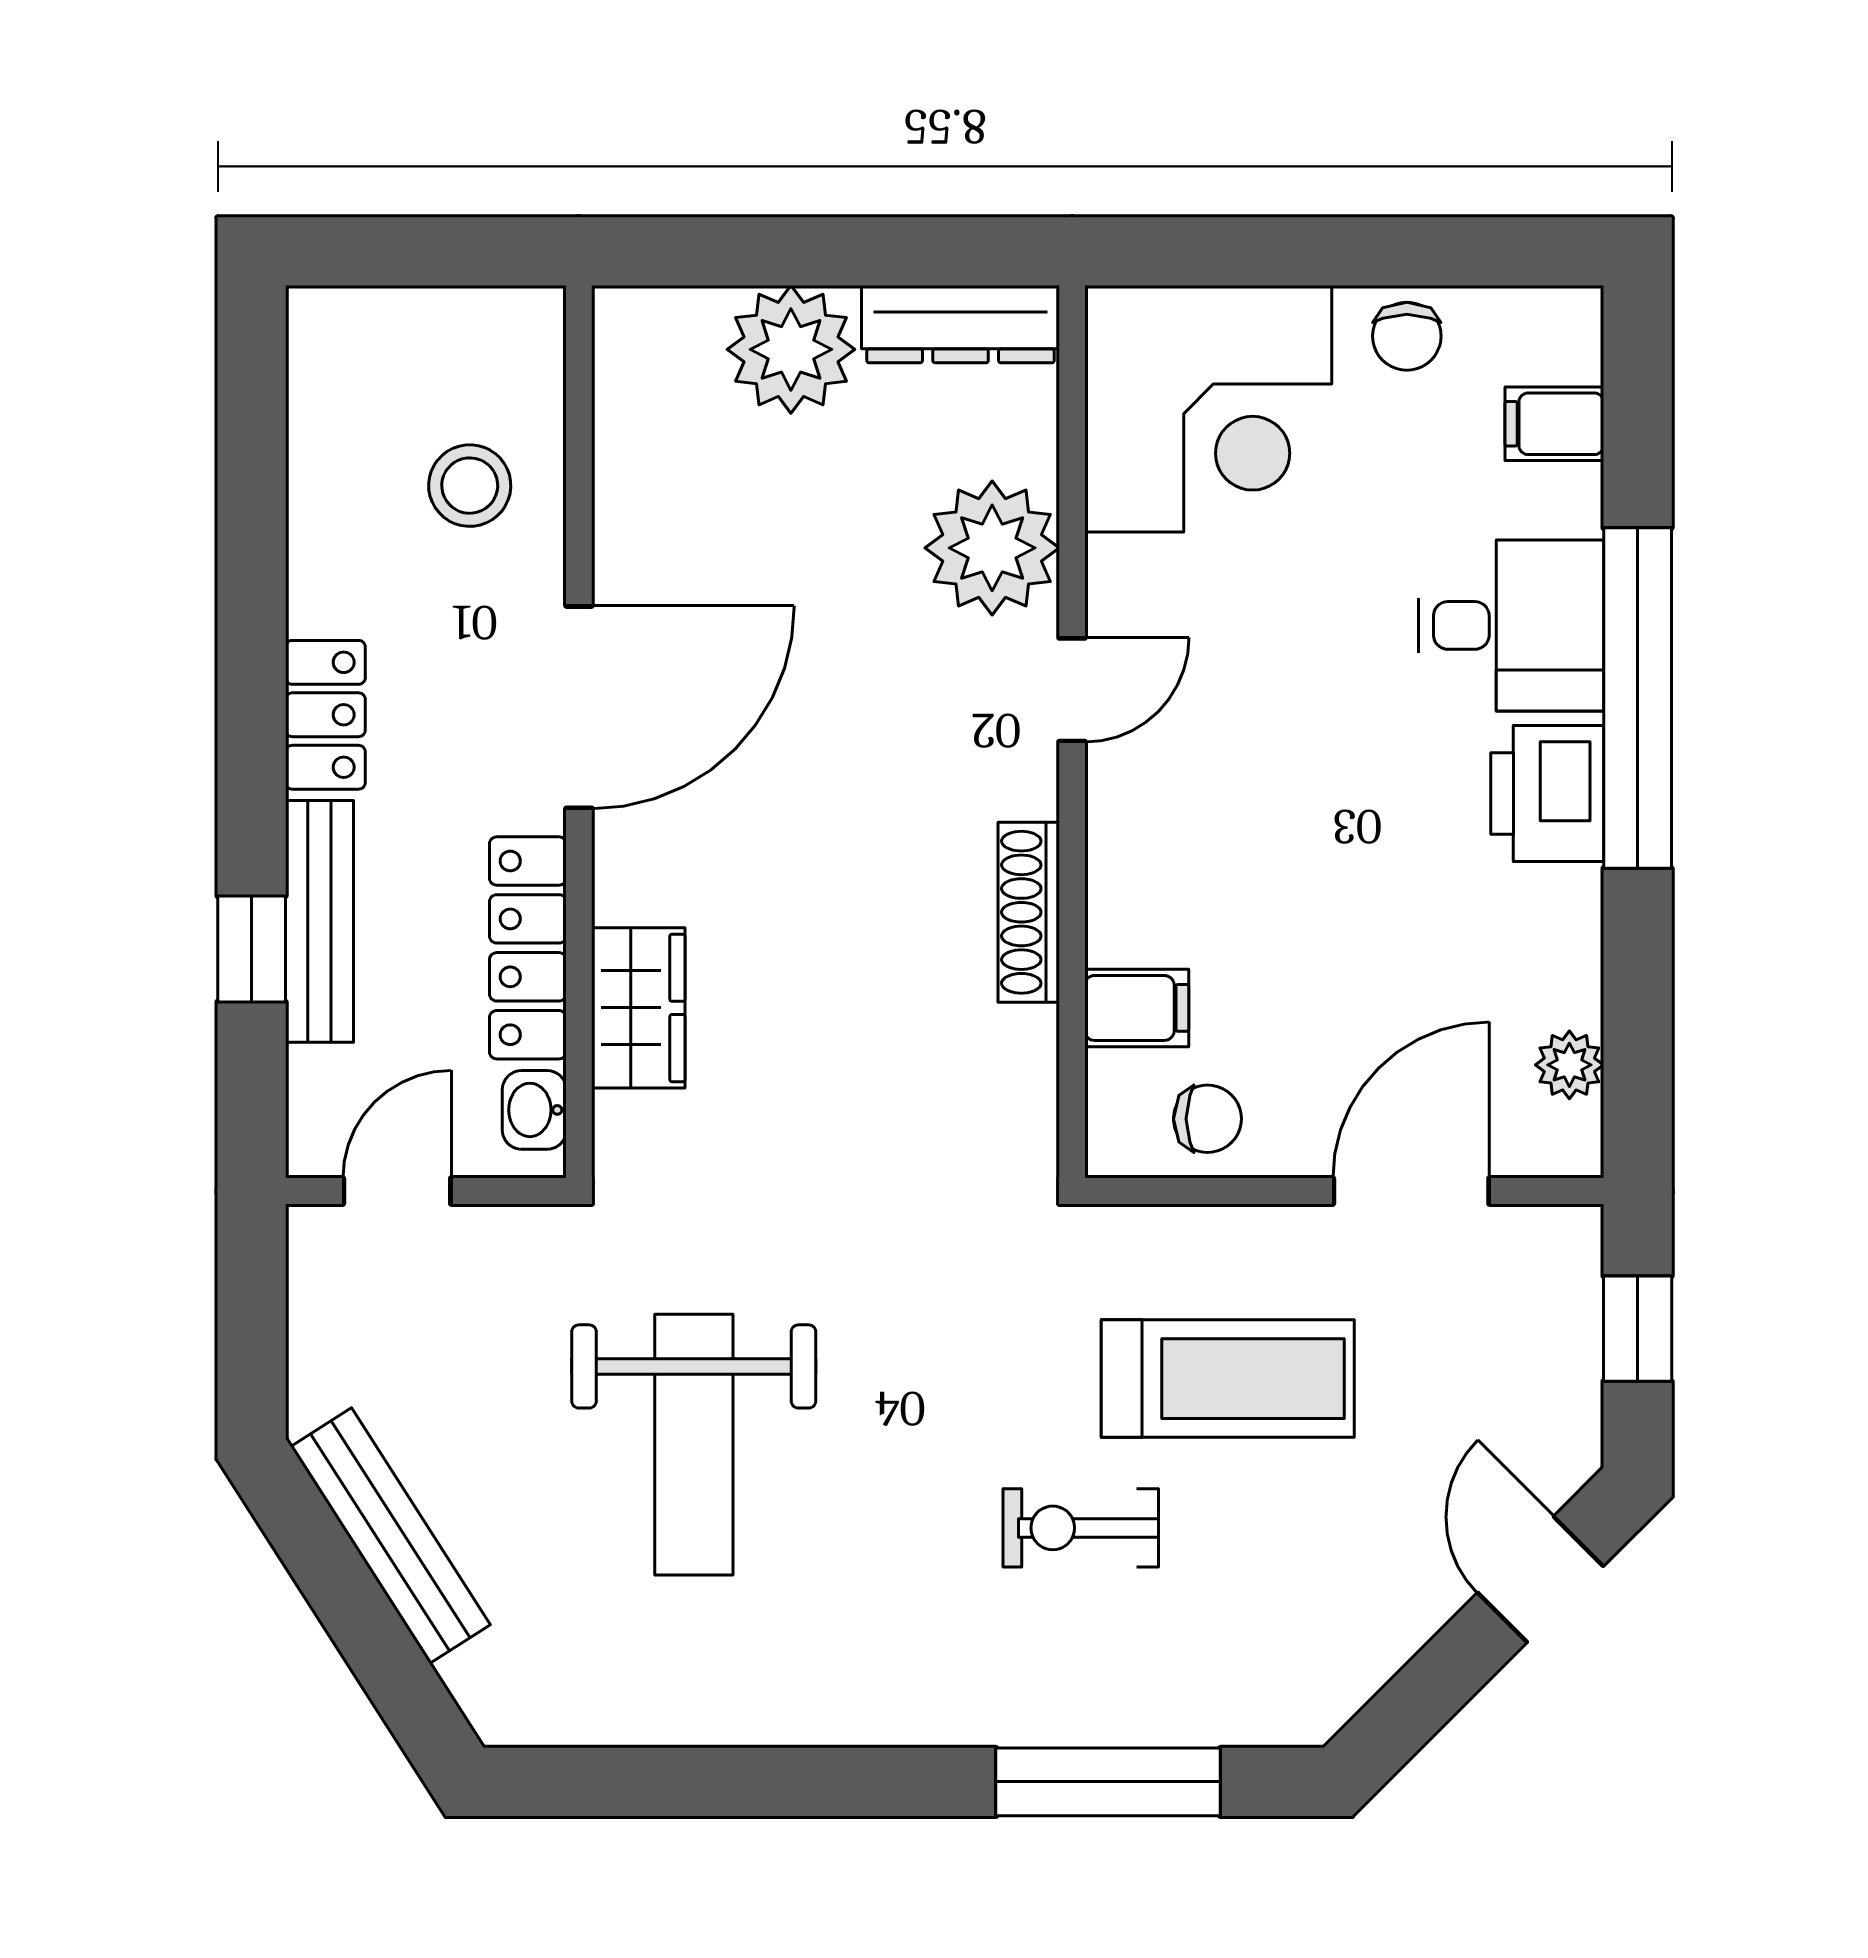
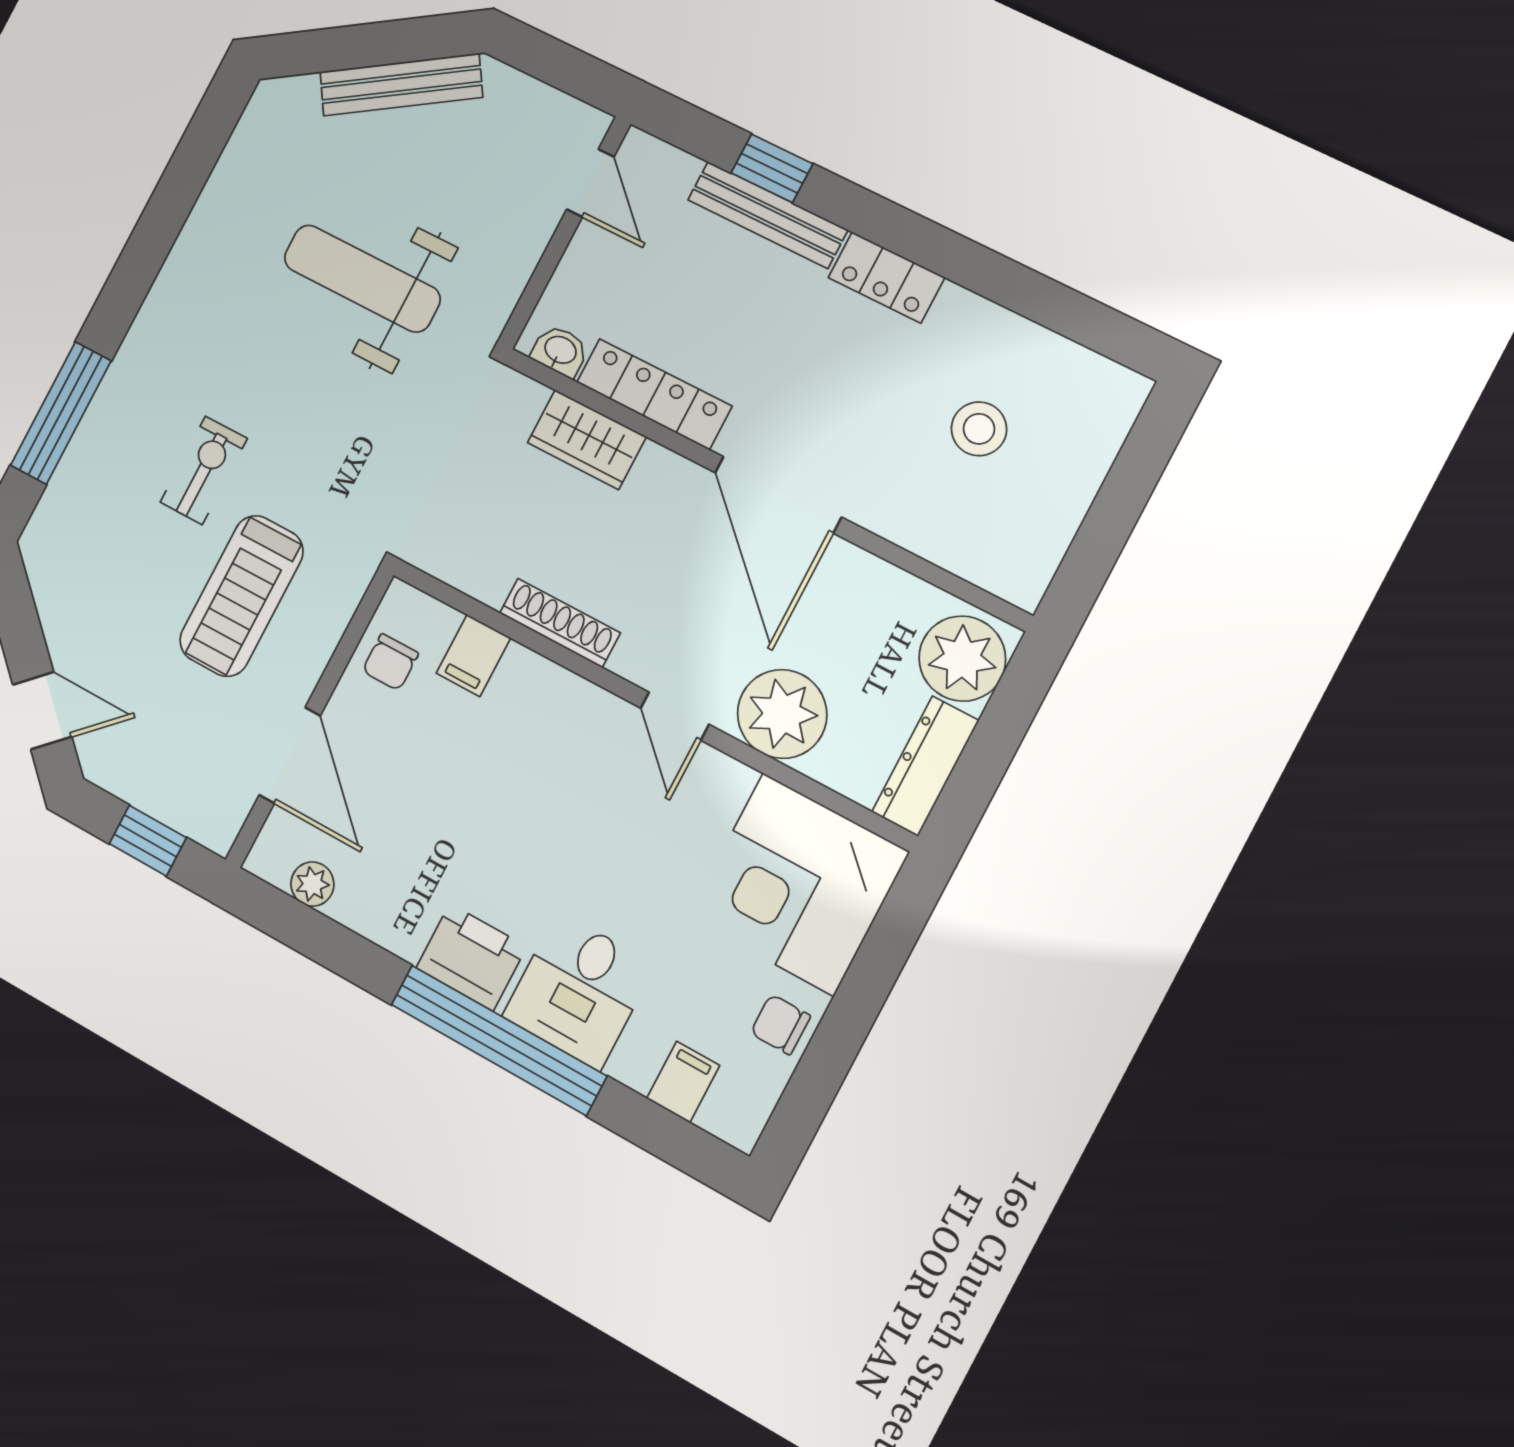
door: (579, 707) -> (778, 495), moved
wall: (579, 732) -> (764, 487), moved
locker: (528, 948) -> (654, 394), moved
wardrobe: (638, 1008) -> (587, 440), moved
washbasin: (534, 1110) -> (560, 351), moved

